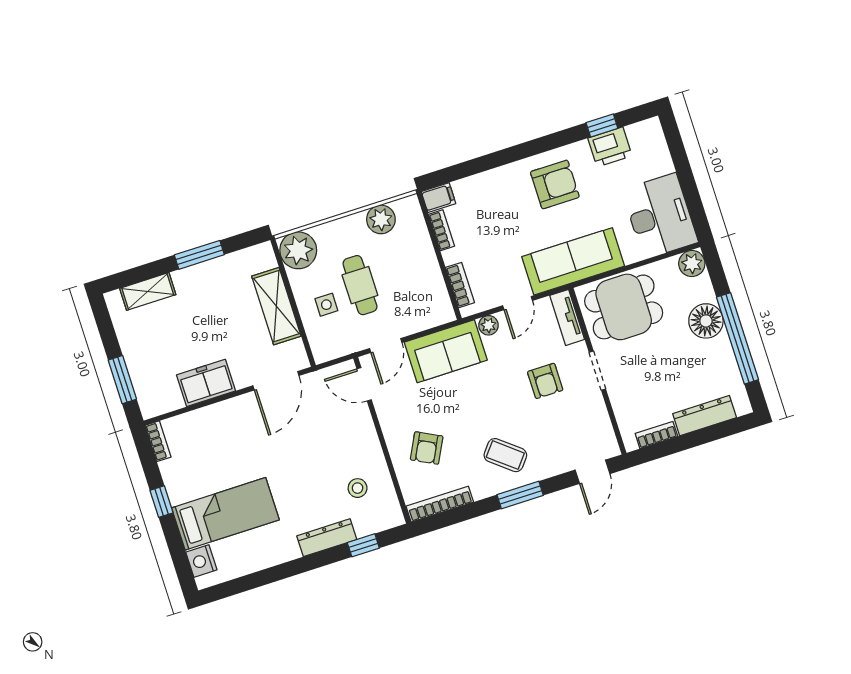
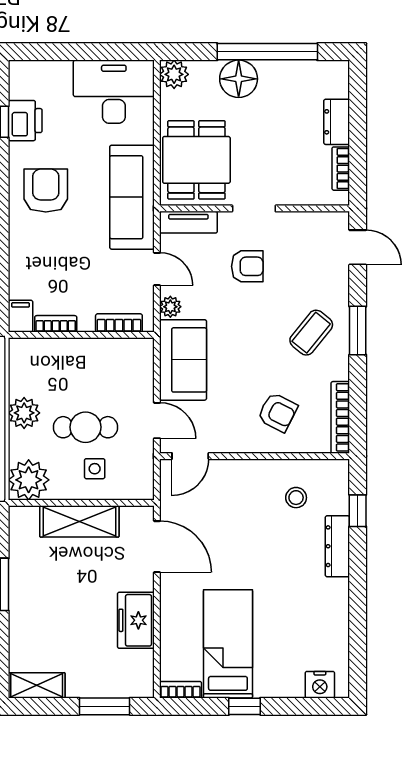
plant: (381, 219) -> (24, 413), moved
shelving: (148, 291) -> (37, 685), moved, turned 90
dresser: (705, 416) -> (337, 122), width x0.70
bed: (225, 514) -> (228, 644), moved

